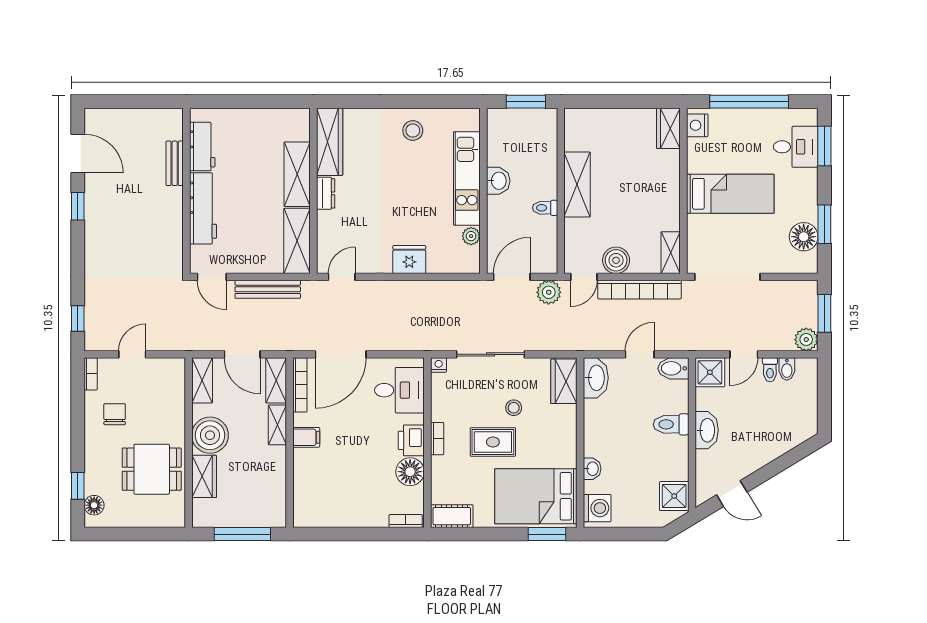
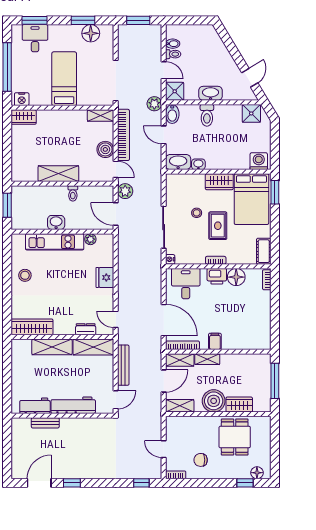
dresser: (326, 193) -> (86, 329), moved
plant: (806, 340) -> (154, 104), moved
wardrobe: (564, 381) -> (219, 182), moved
washbasin: (592, 469) -> (198, 164), moved

